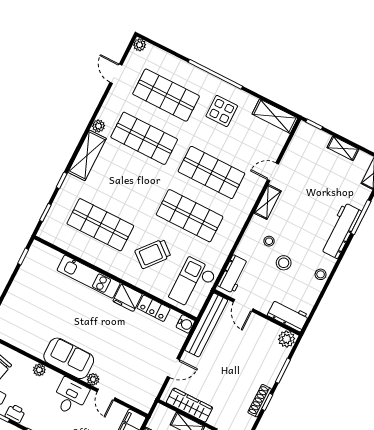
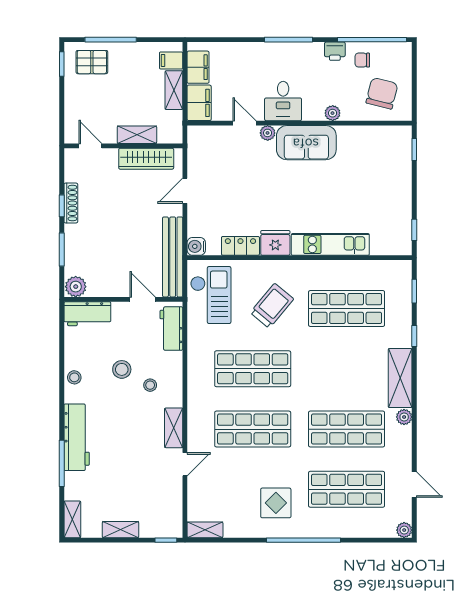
shelving: (275, 116) -> (205, 530), width x0.67, depth x0.75

